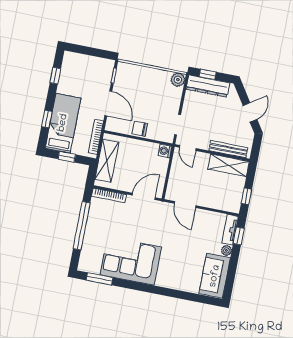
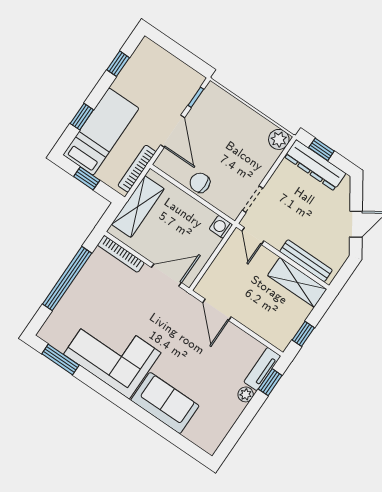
sofa: (215, 276) -> (165, 403), moved, turned 90

